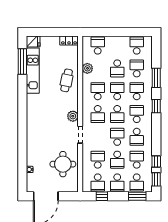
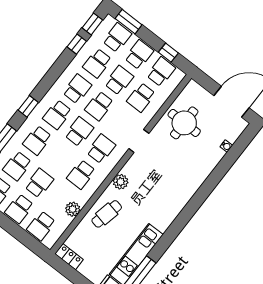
school desk: (117, 91) -> (19, 209), moved
plant: (73, 116) -> (121, 182), moved

